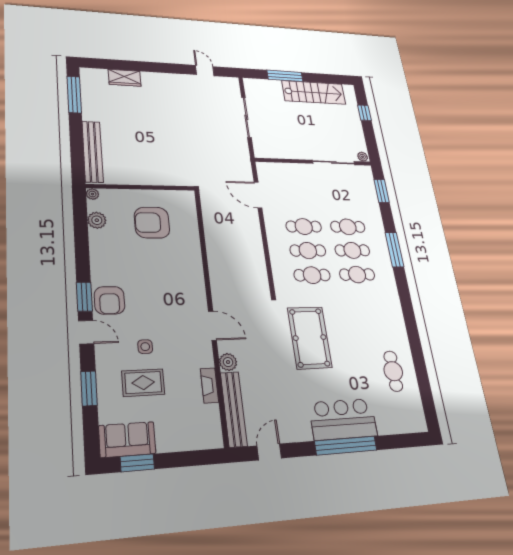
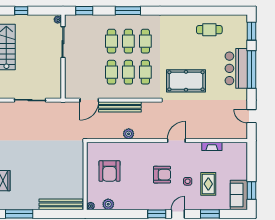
armchair: (109, 300) -> (162, 175), moved
plant: (228, 362) -> (129, 134), moved
bench: (234, 409) -> (120, 107), moved
window: (405, 441) -> (251, 31), added

